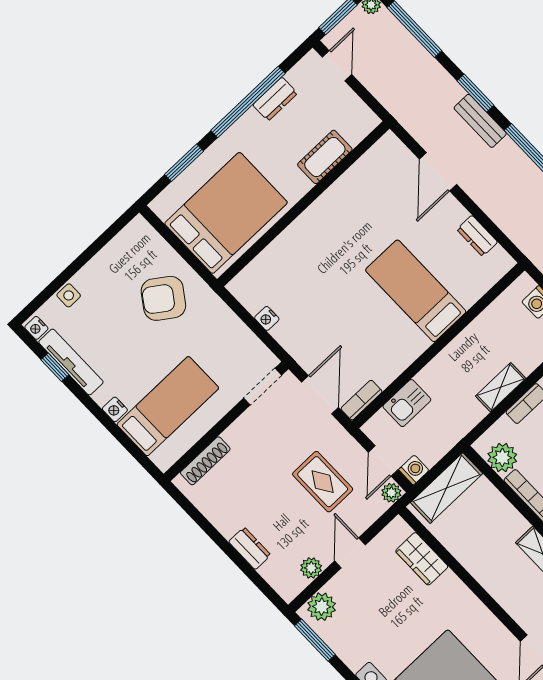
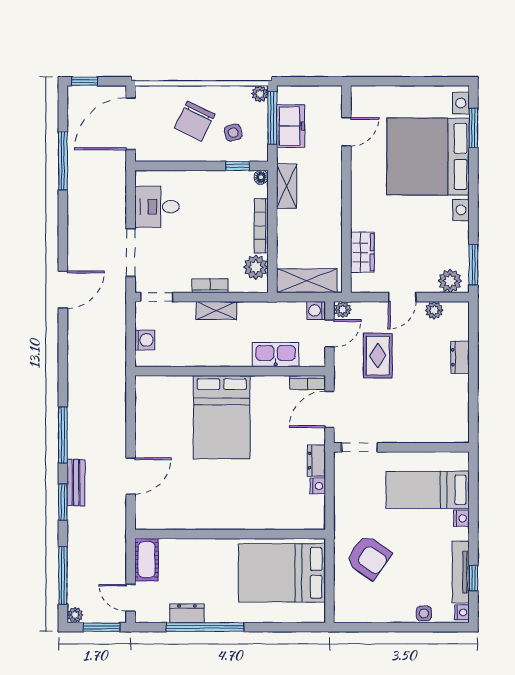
door: (337, 66) -> (131, 598), hinge flipped
cot: (325, 157) -> (146, 560), moved, turned 90
window: (184, 163) -> (278, 627), removed
dresser: (477, 236) -> (316, 461), moved, turned 180
bed: (416, 291) -> (222, 417), width x1.50
kitchen sink: (407, 403) -> (276, 355), width x1.38
shoe rack: (205, 461) -> (436, 435), removed

